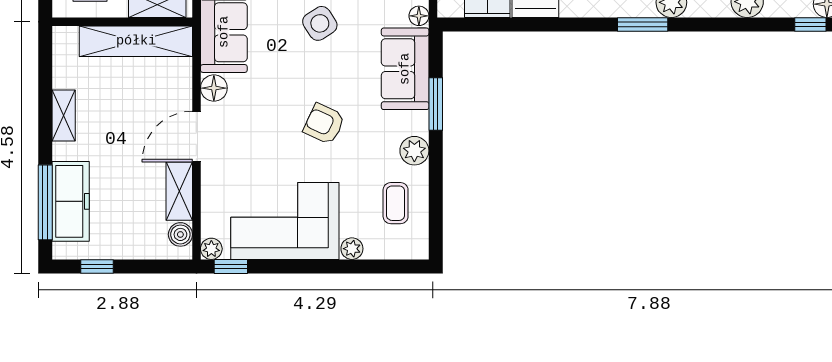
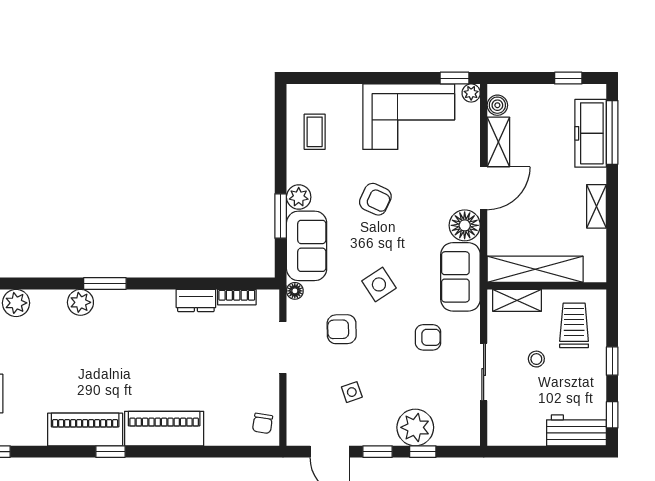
floor lamp: (214, 88) -> (465, 225), width x1.38, depth x1.38
plant: (414, 151) -> (299, 197), moved
plant: (352, 249) -> (352, 93), removed

